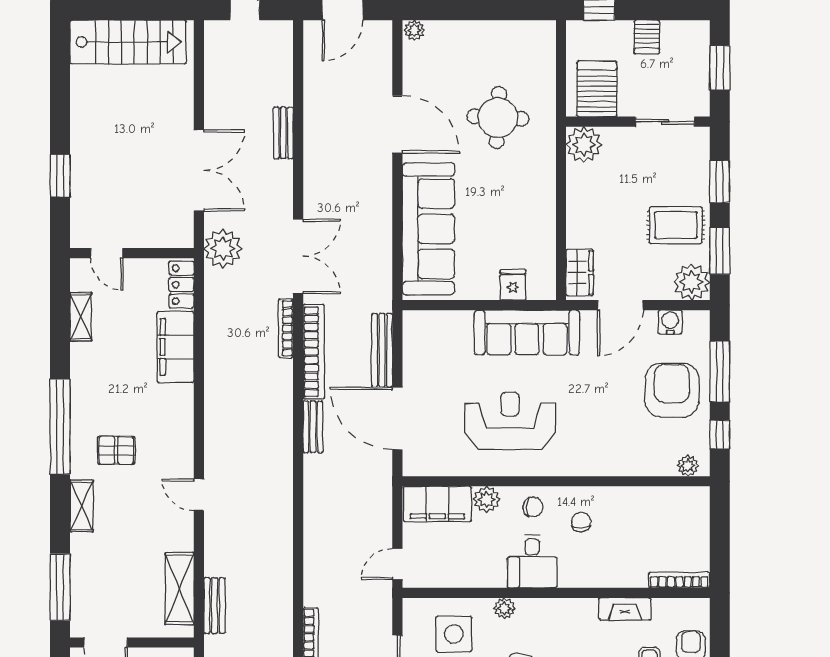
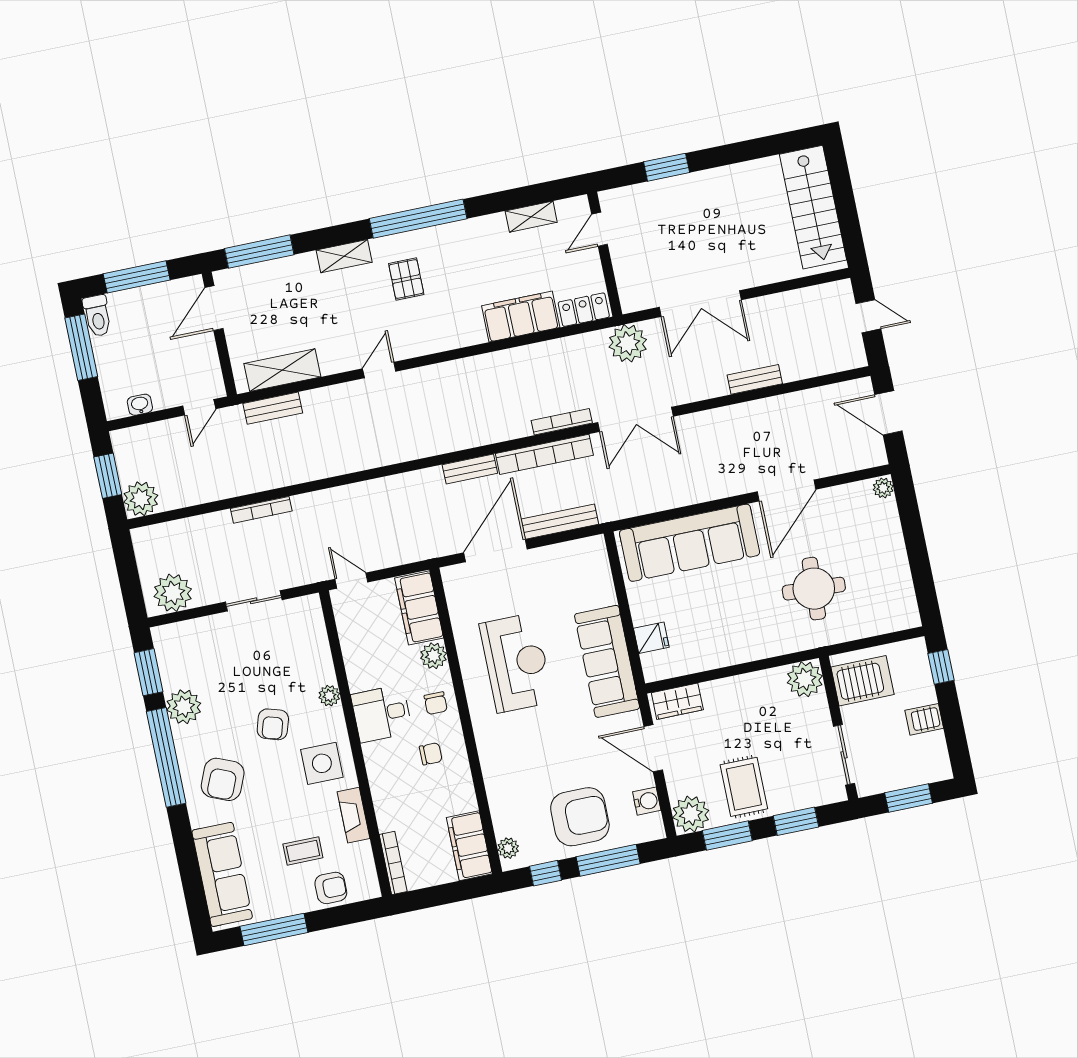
filing cabinet: (678, 503) -> (469, 846), added
side table: (454, 634) -> (322, 763), moved

